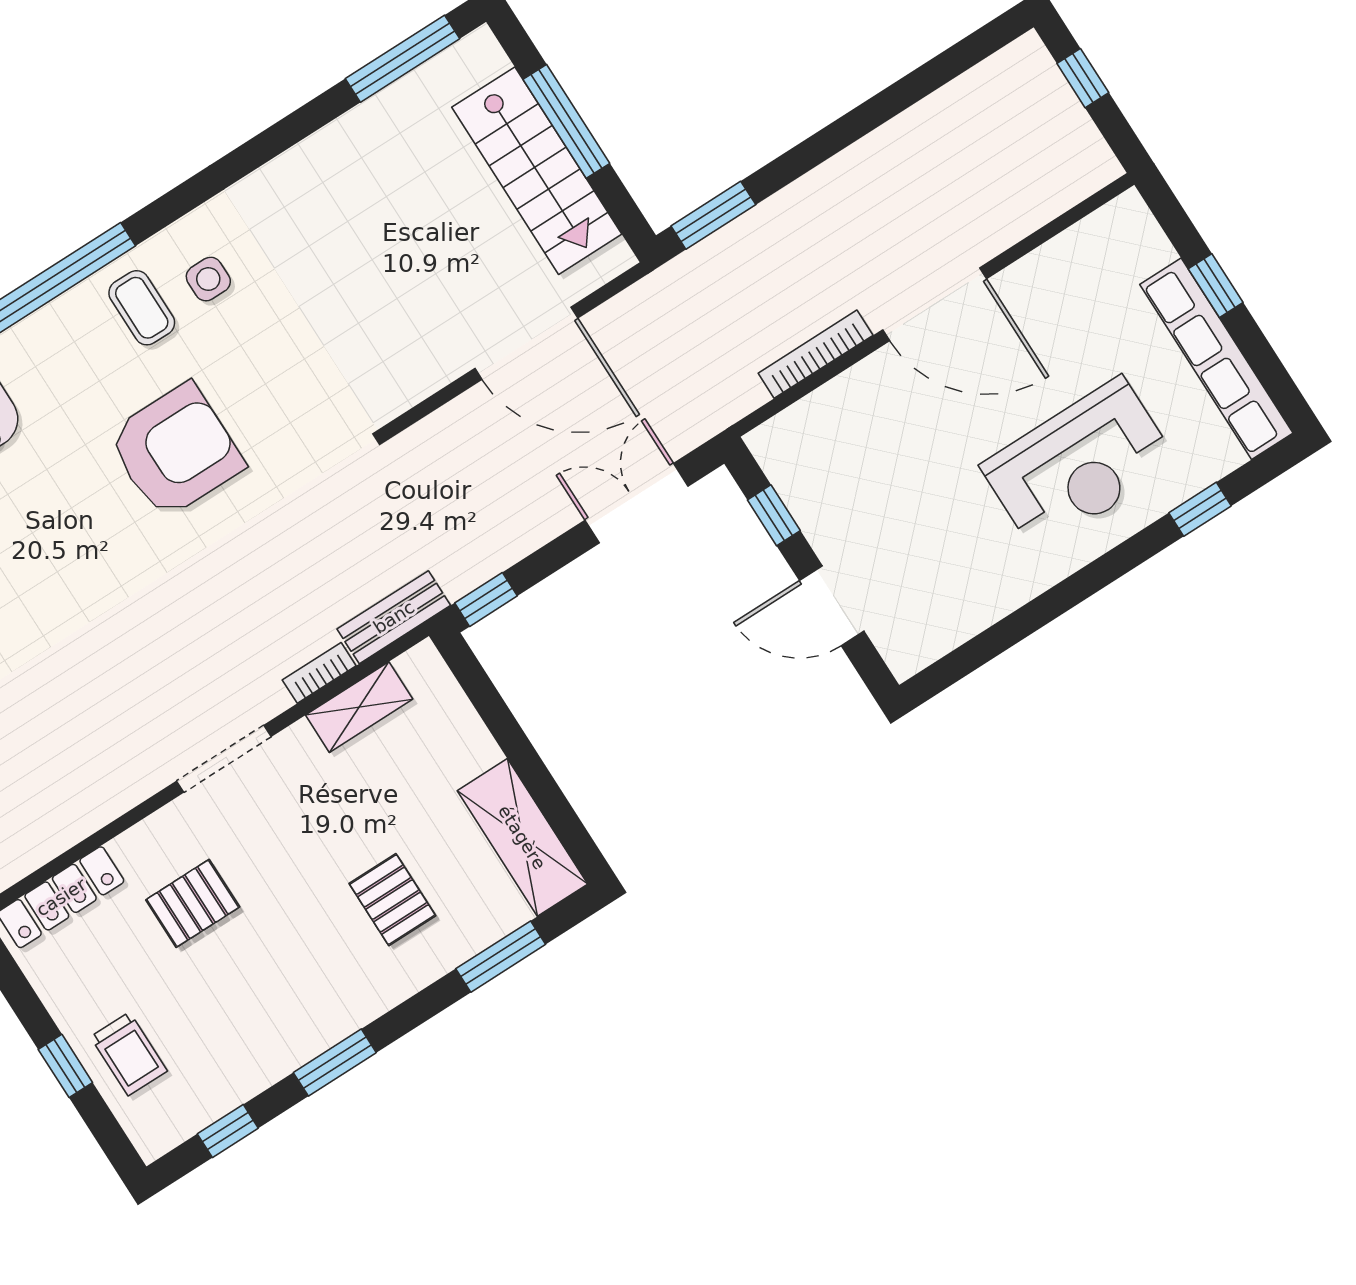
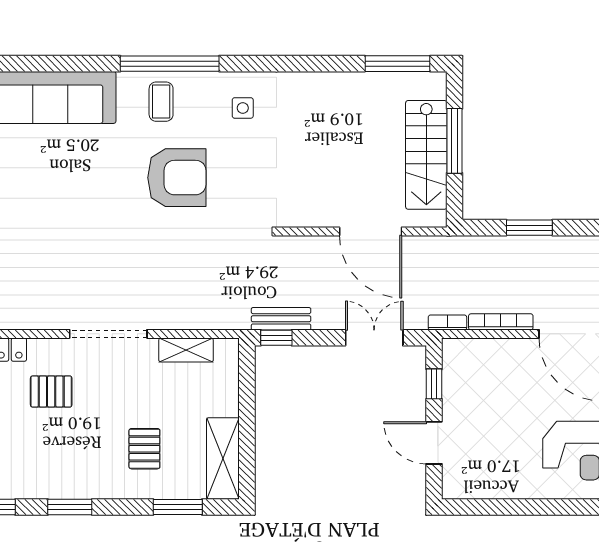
window: (713, 215) -> (529, 228), moved
coffee table: (142, 308) -> (161, 102), moved
bench: (394, 617) -> (281, 319), moved
bookcase: (319, 673) -> (447, 322), moved
doorway: (224, 759) -> (108, 334), width x1.36

